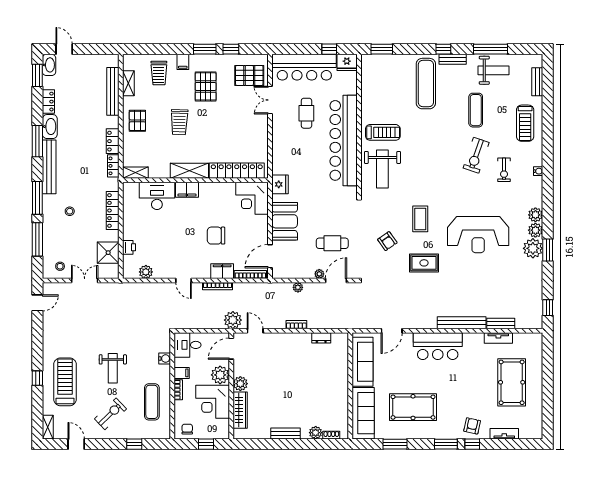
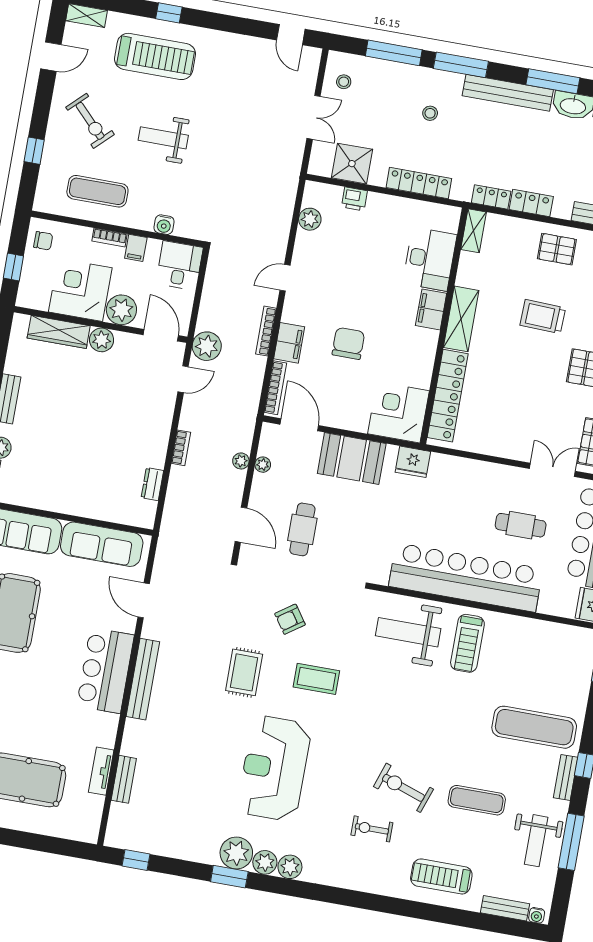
water cooler: (538, 171) -> (537, 915), moved
plant: (319, 274) -> (263, 465), moved
bench: (462, 323) -> (143, 679), moved

